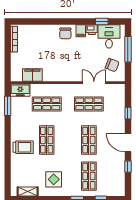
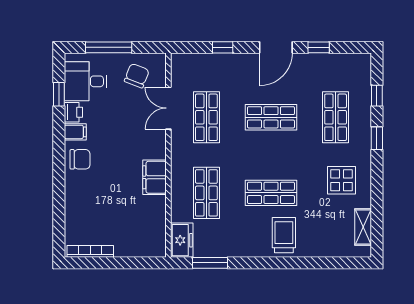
filing cabinet: (32, 75) -> (155, 177), moved
shop shelf: (89, 176) -> (336, 117), turned 90

